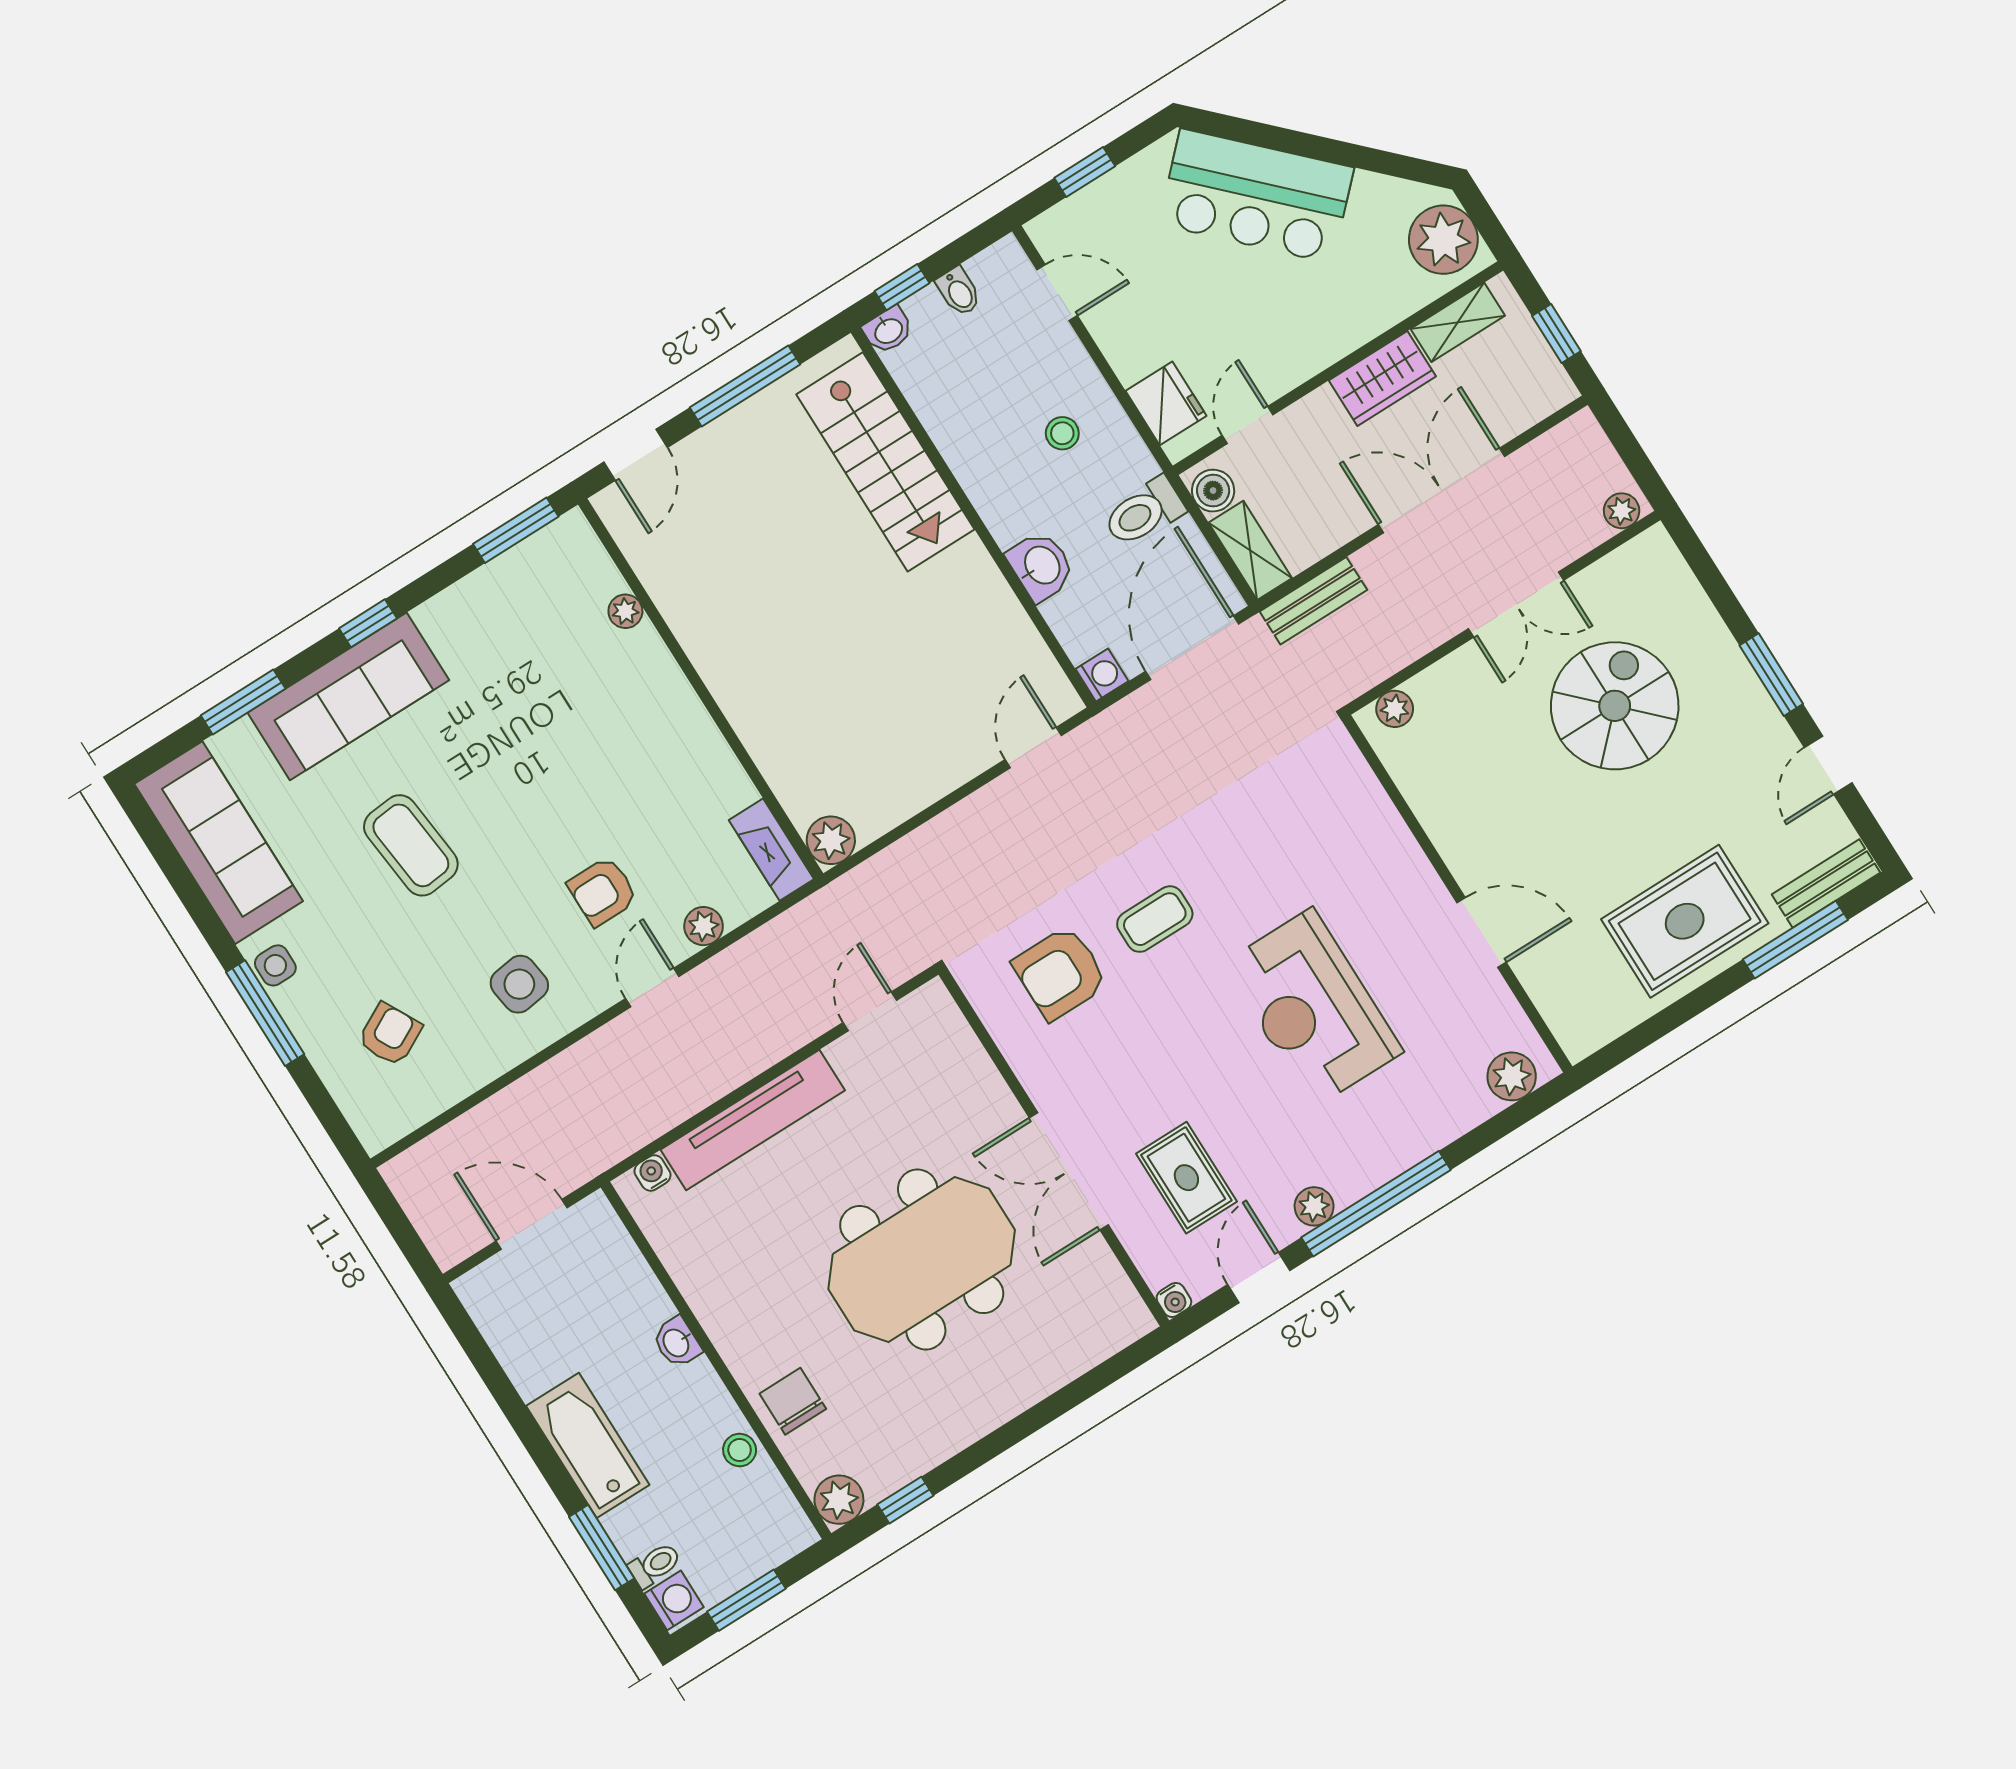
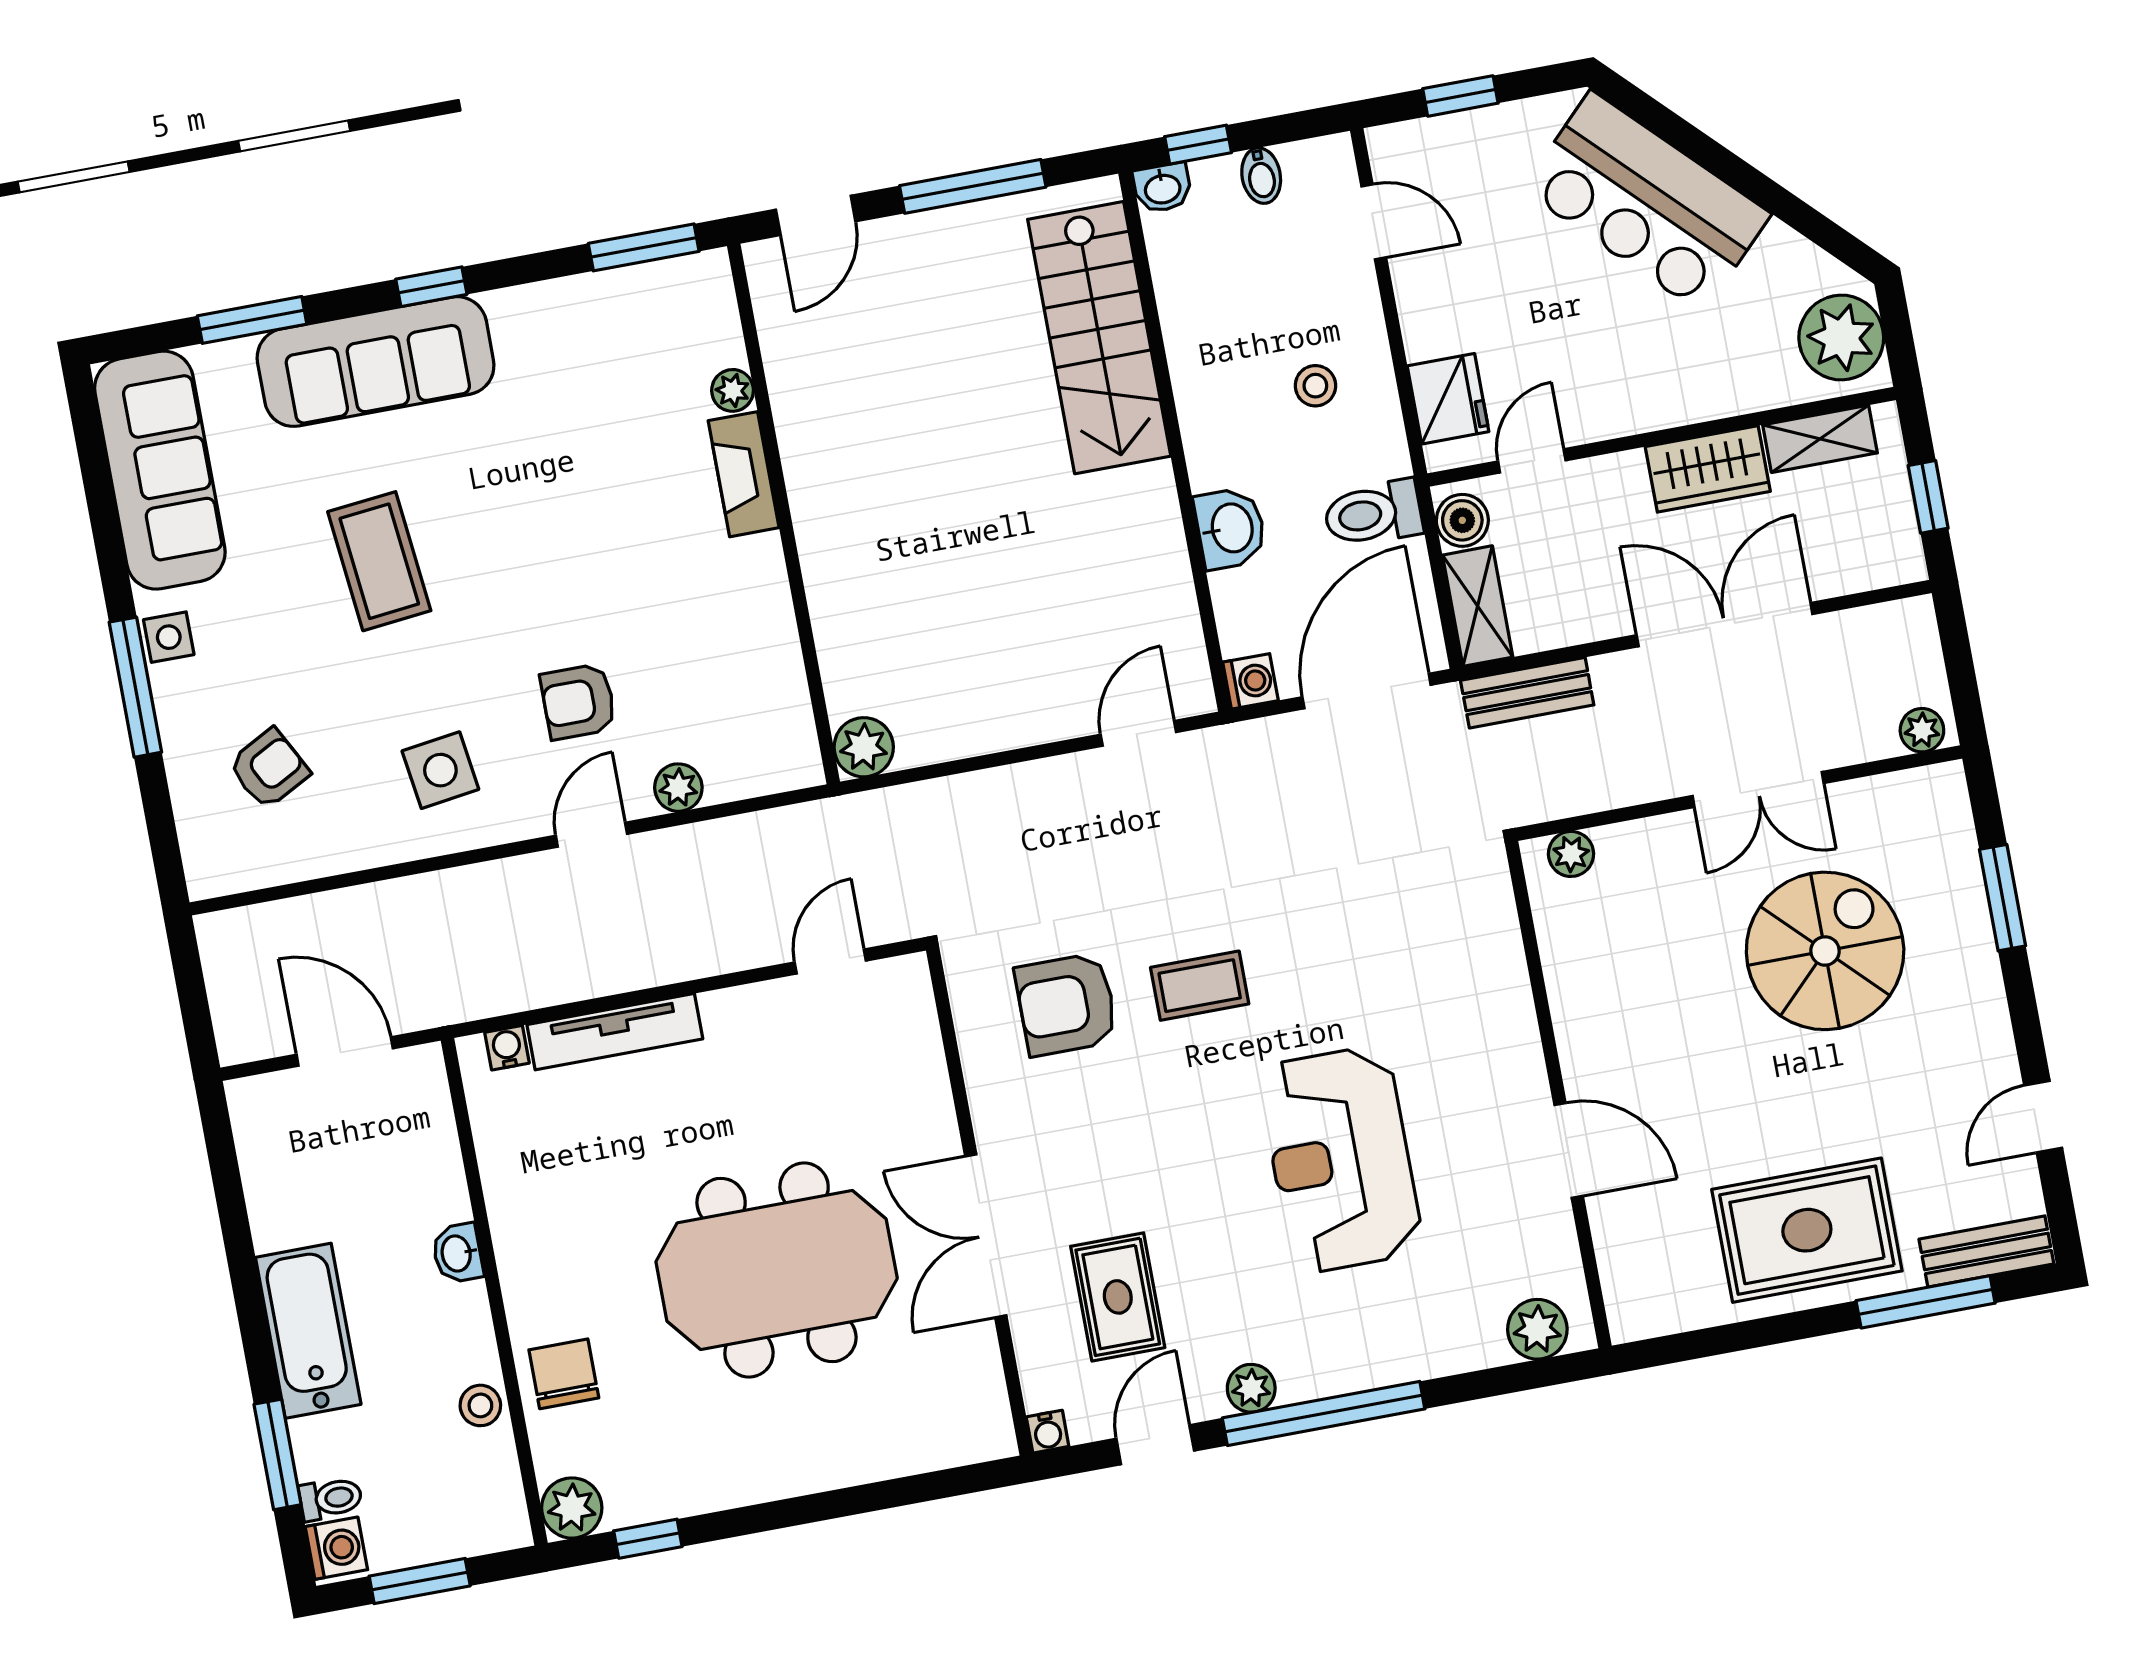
window: (1771, 675) -> (2002, 898), moved
fireplace: (771, 850) -> (744, 474), moved
tv unit: (753, 1120) -> (615, 1032), width x0.73, depth x0.78

